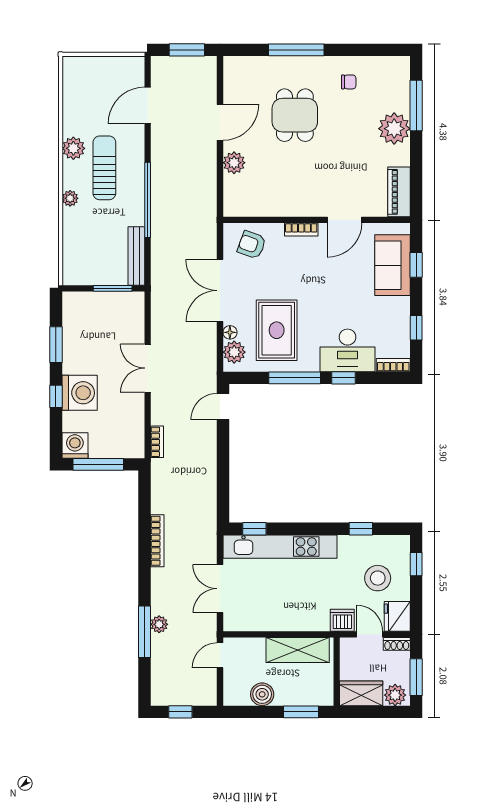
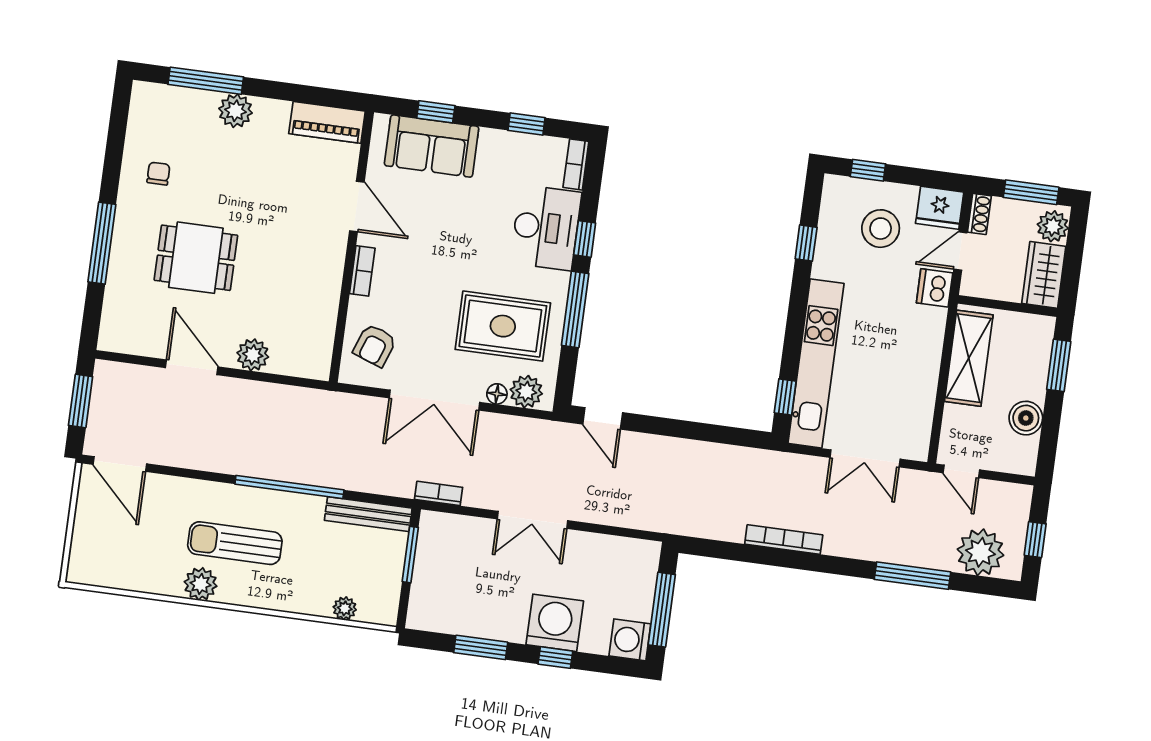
door: (148, 105) -> (120, 464), moved
plant: (394, 129) -> (236, 111), width x0.73, depth x0.73
plant: (70, 198) -> (345, 608), moved
bookcase: (157, 442) -> (439, 493), moved
plant: (159, 624) -> (980, 552), moved, width x1.87, depth x1.87

